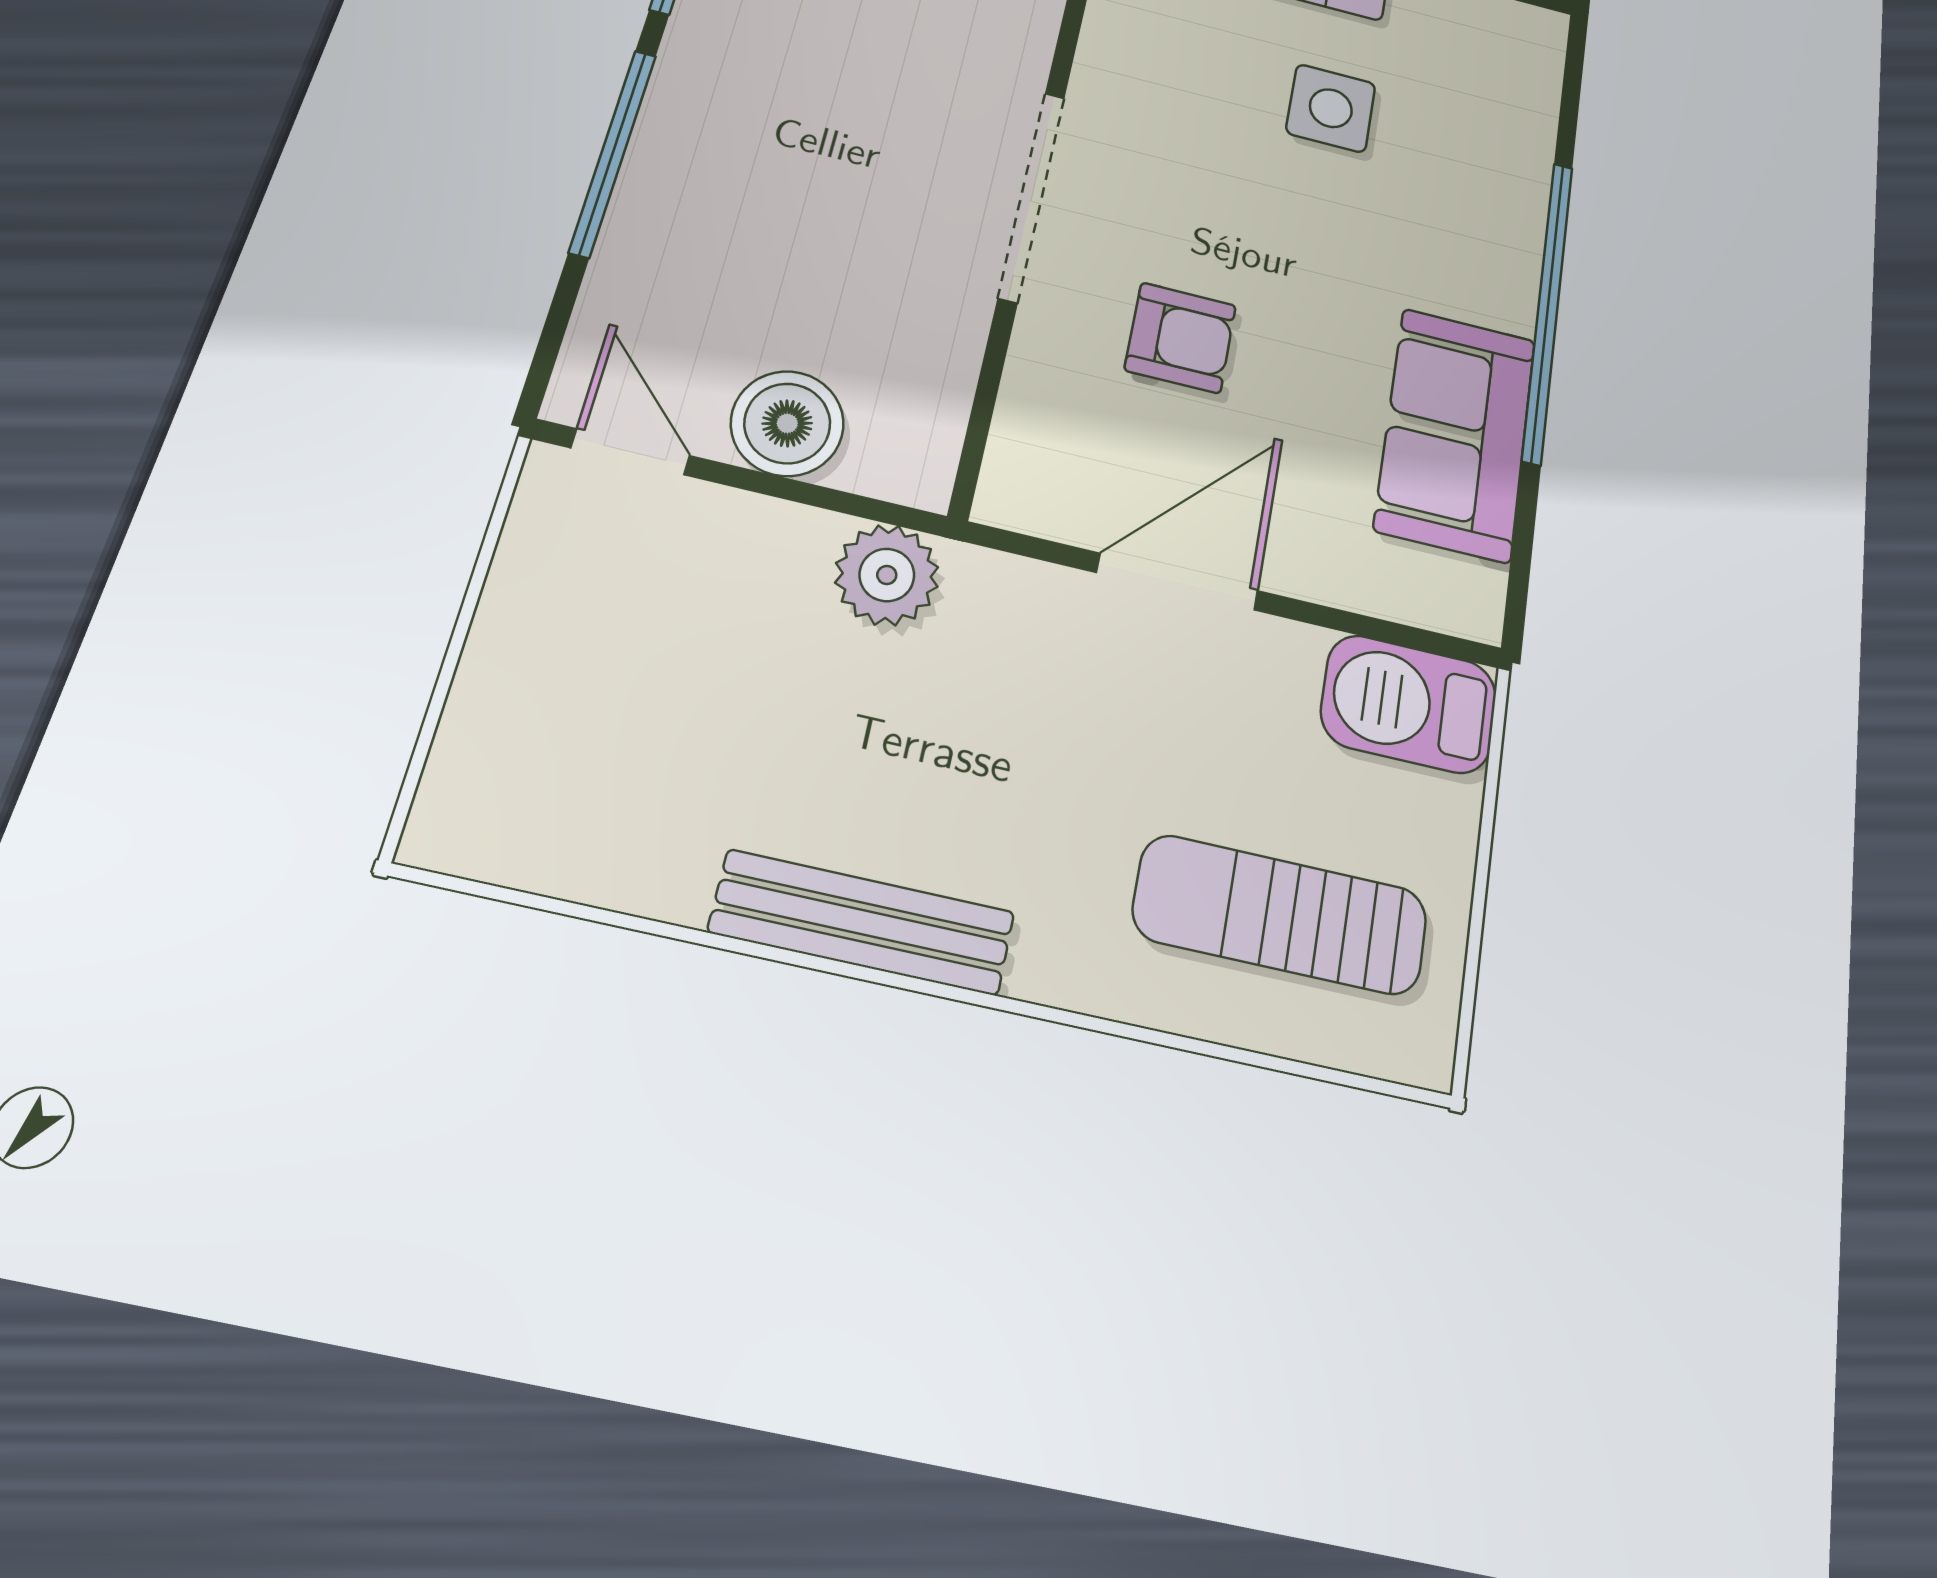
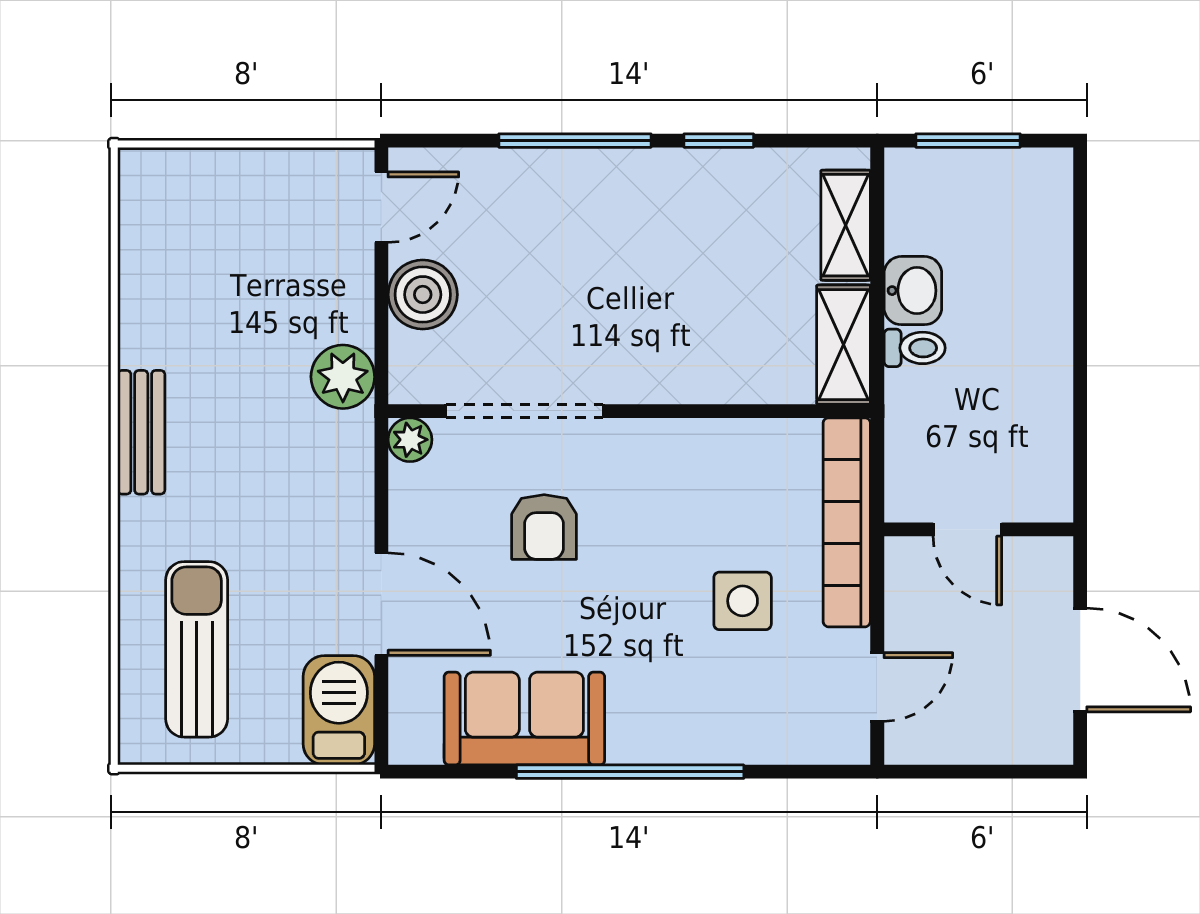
doorway: (1032, 196) -> (524, 411), moved
plant: (1010, 497) -> (410, 440), added
door: (1177, 582) -> (381, 604), moved
bench: (862, 922) -> (141, 432), width x0.73

